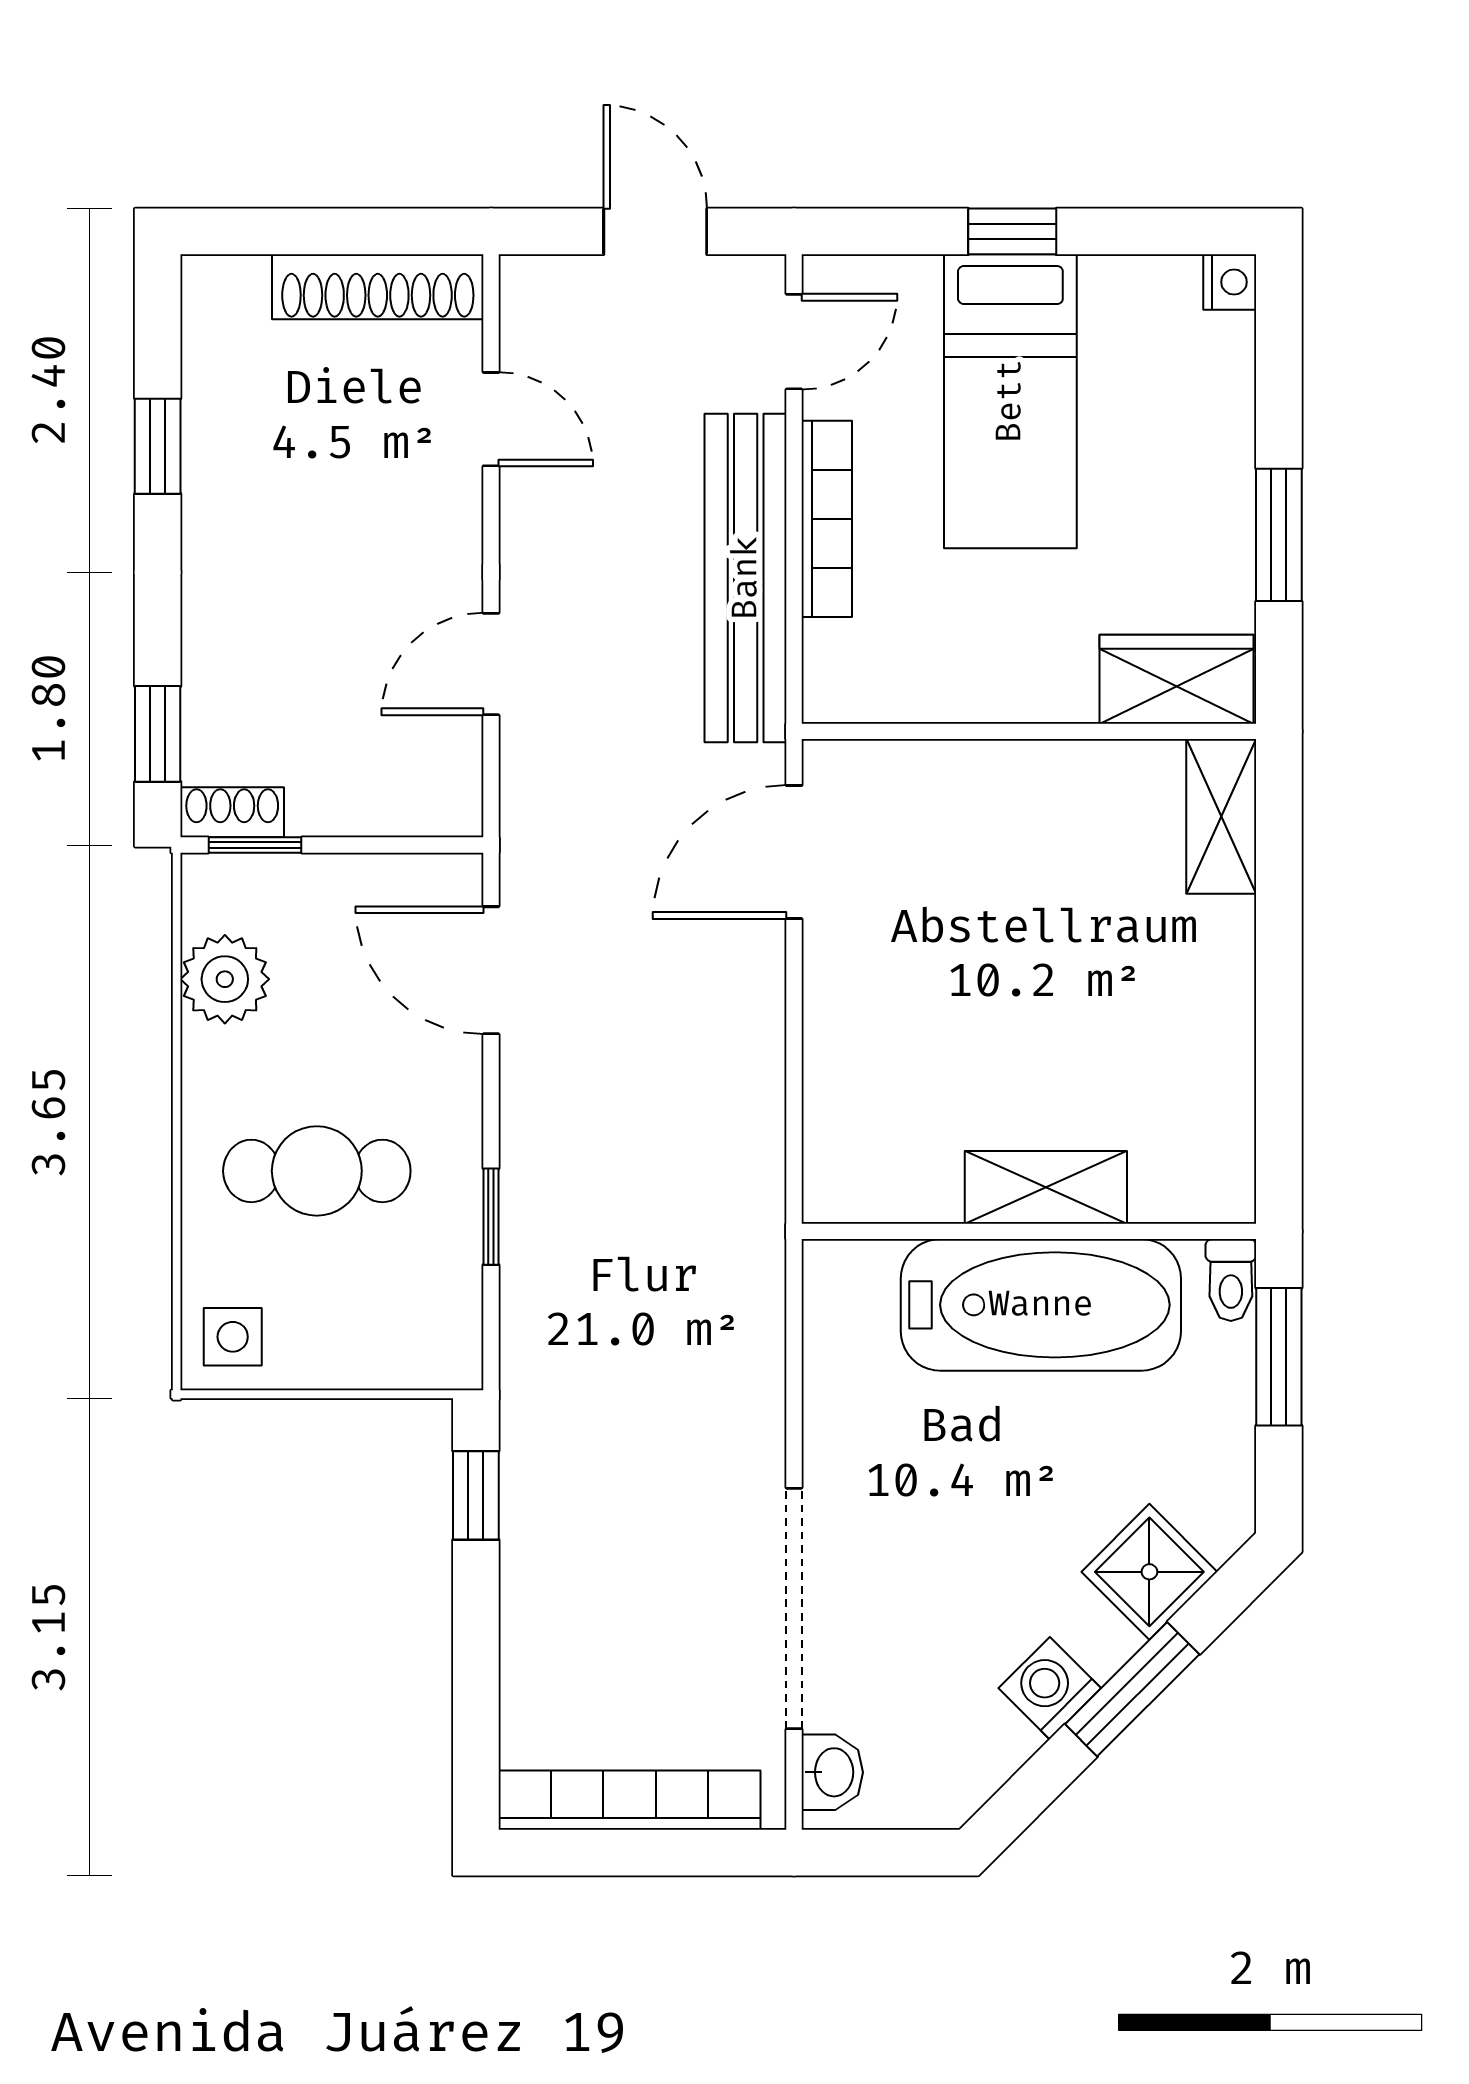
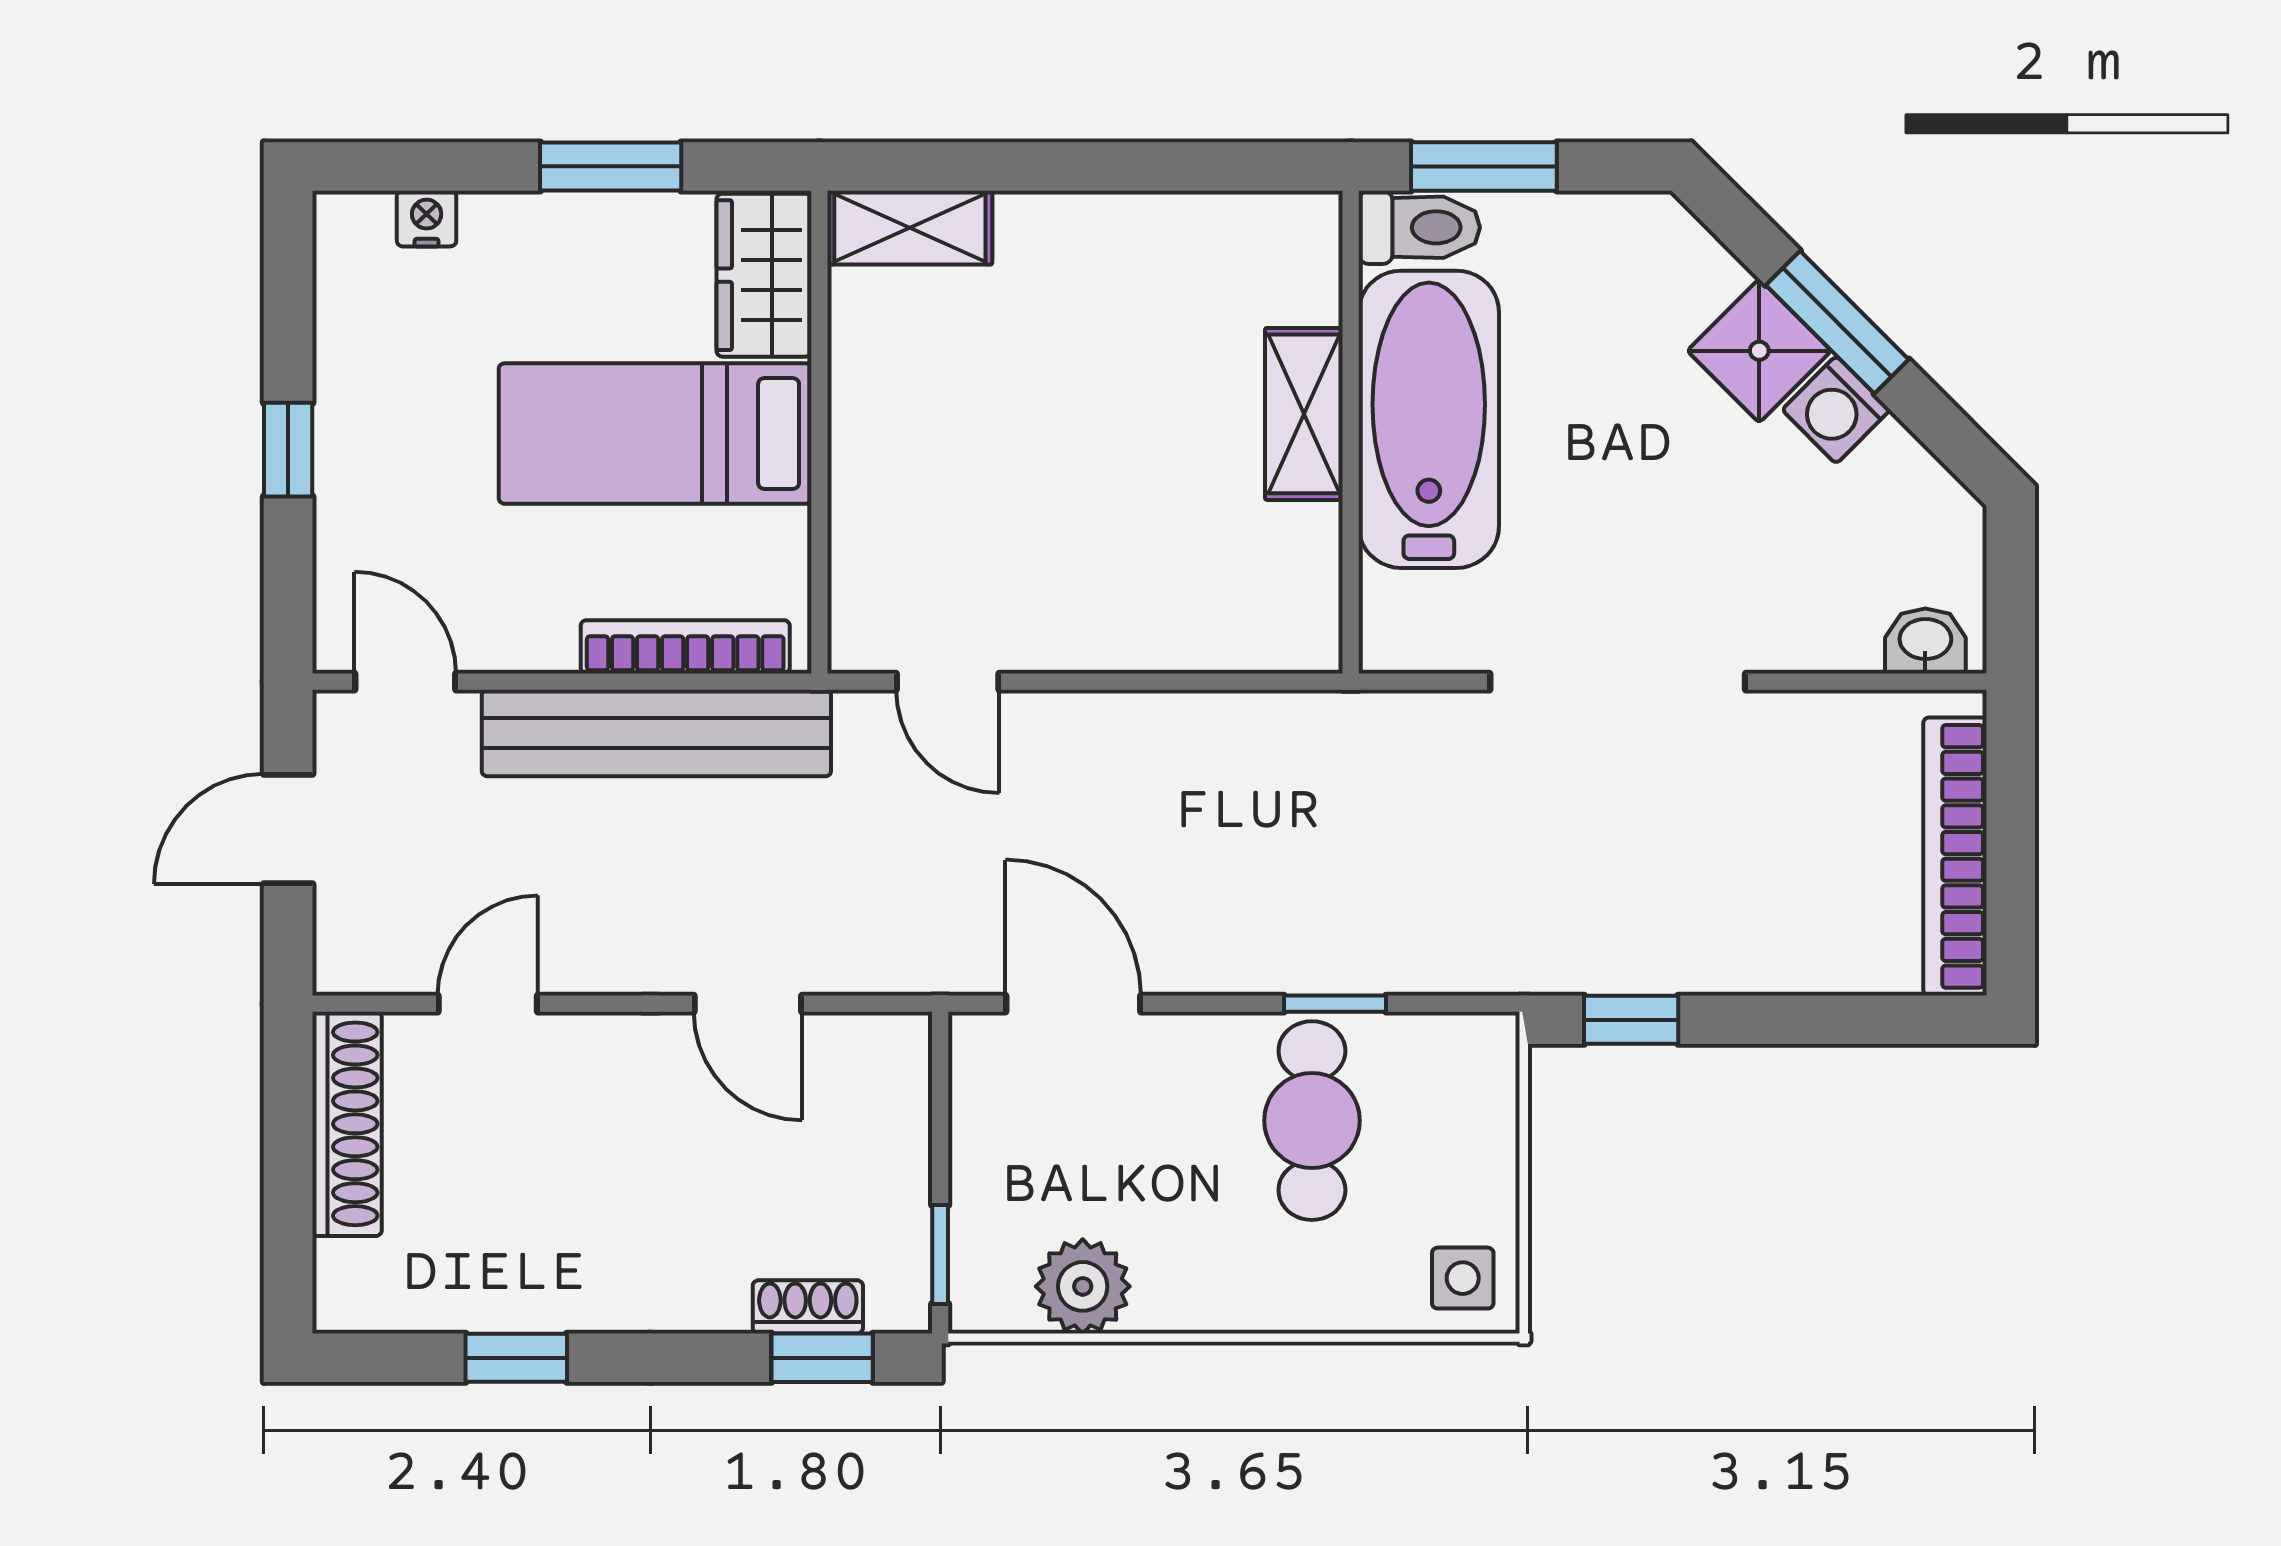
nightstand: (1230, 282) -> (427, 219), moved
bed: (1010, 401) -> (655, 434), moved, turned 180
bookcase: (827, 519) -> (685, 647), moved
shoe rack: (232, 812) -> (808, 1307), moved, turned 90
door: (794, 852) -> (948, 682), width x0.73
door: (491, 970) -> (1073, 1004), swing flipped
cafe table: (317, 1171) -> (1312, 1121), moved
toilet: (1231, 1280) -> (1419, 227), width x1.37, depth x1.39
shower: (1149, 1572) -> (1759, 351), moved
doorway: (794, 1608) -> (1618, 682), moved

